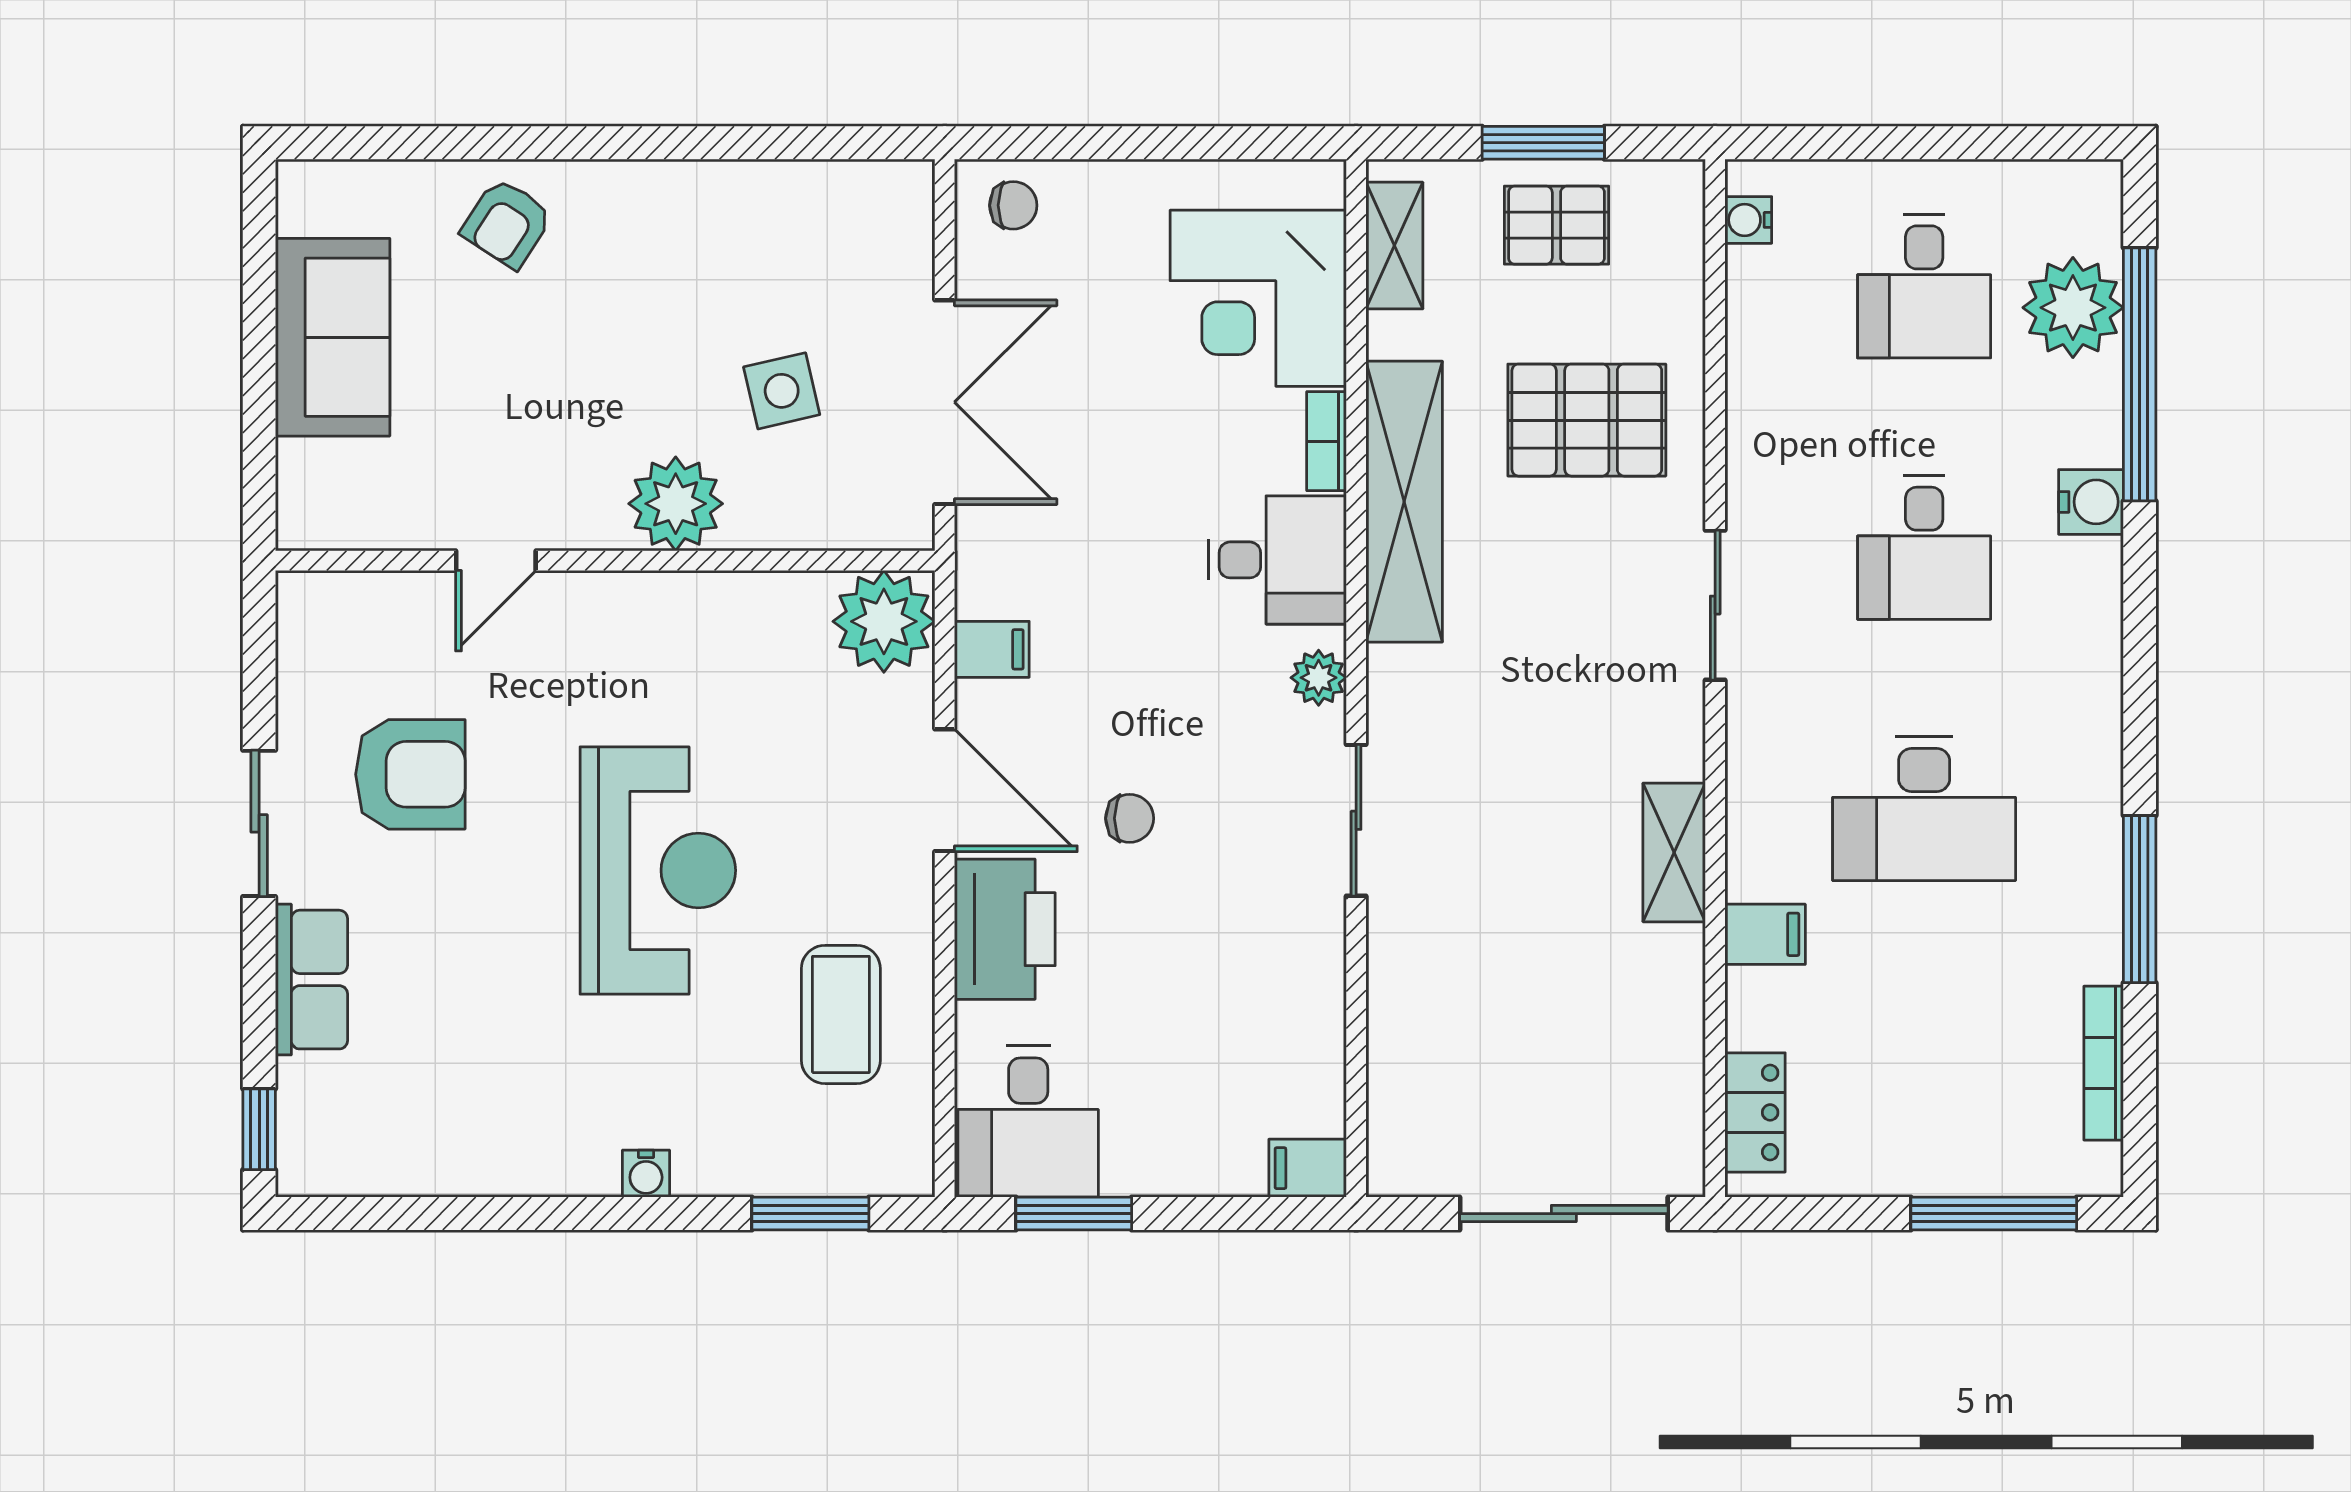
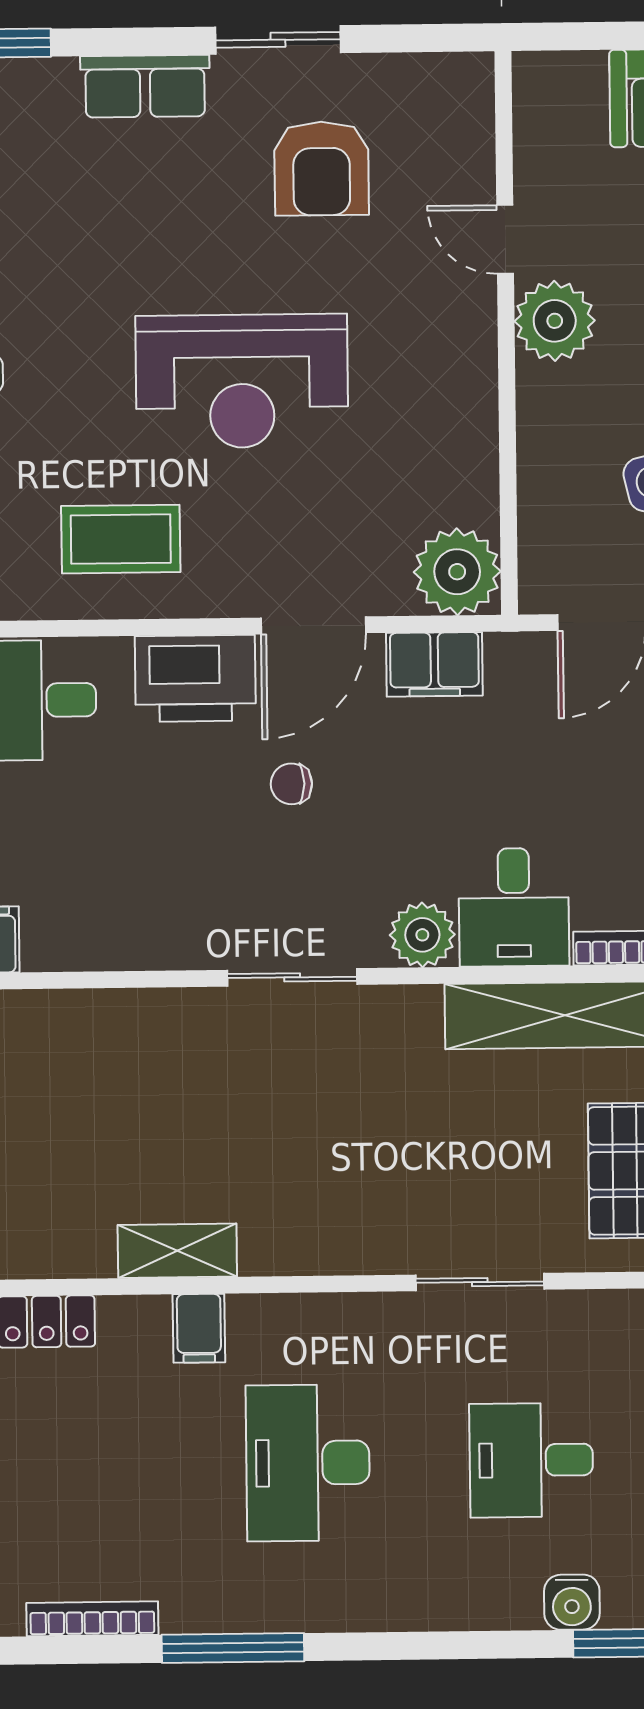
plant: (676, 504) -> (555, 321), moved
filing cabinet: (992, 649) -> (434, 664), width x2.00
plant: (1319, 678) -> (422, 935), width x1.38, depth x1.38
chair: (1130, 818) -> (291, 784), turned 90
shelving: (1674, 852) -> (177, 1251), moved

